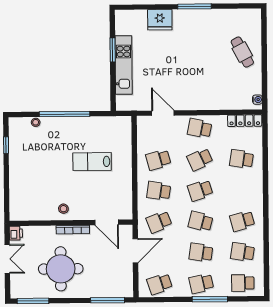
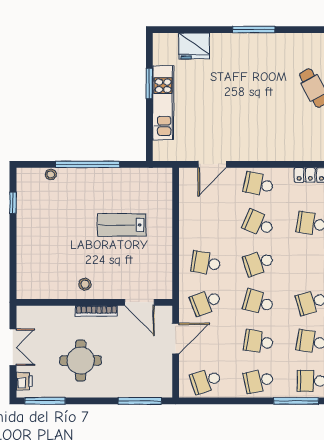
fridge: (160, 20) -> (194, 46), moved
door: (163, 113) -> (212, 164), swing flipped
school desk: (200, 159) -> (259, 224), turned 48
school desk: (158, 160) -> (206, 224), removed
printer: (16, 233) -> (24, 381), moved
round table: (61, 269) -> (81, 361), width x0.73, depth x0.73
window: (210, 299) -> (296, 401), moved

